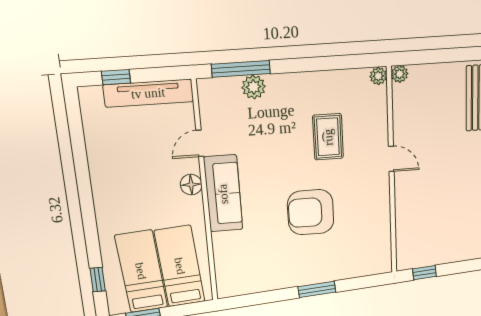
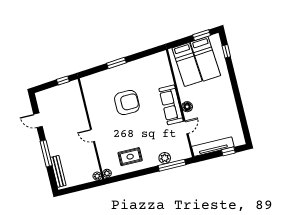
rug: (328, 137) -> (130, 157), moved, turned 90

